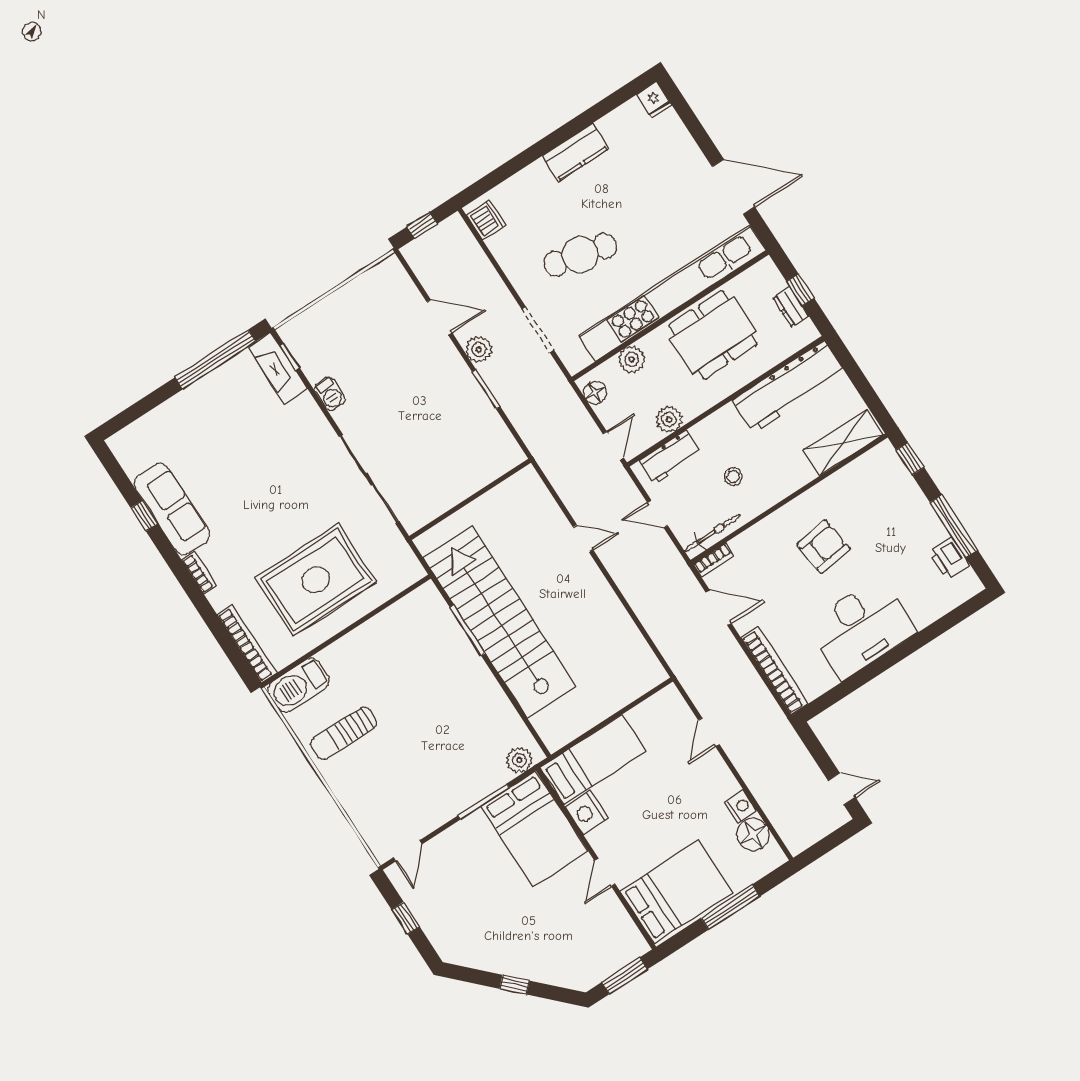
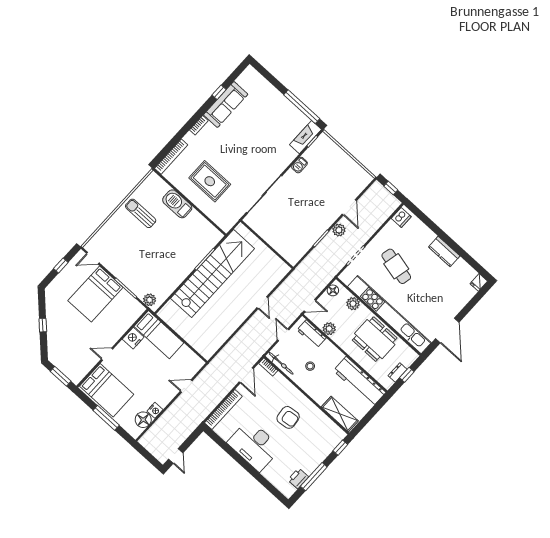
rug: (316, 580) -> (210, 181), width x0.73, depth x0.69
barbecue: (299, 685) -> (177, 204), moved
bed: (534, 829) -> (95, 294), moved

